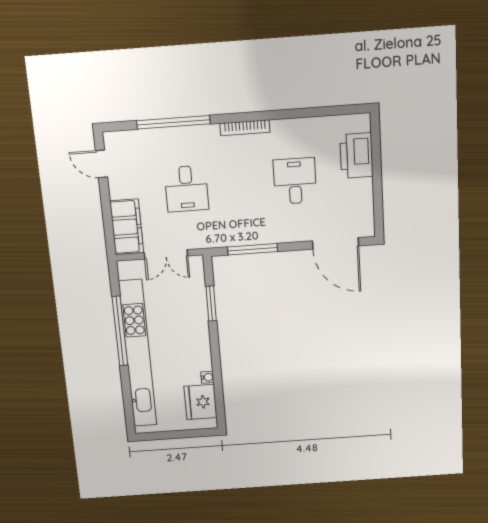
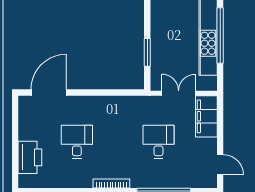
desk: (295, 181) -> (77, 142), turned 180
door: (335, 243) -> (49, 92), hinge flipped
window: (252, 249) -> (112, 92), removed

